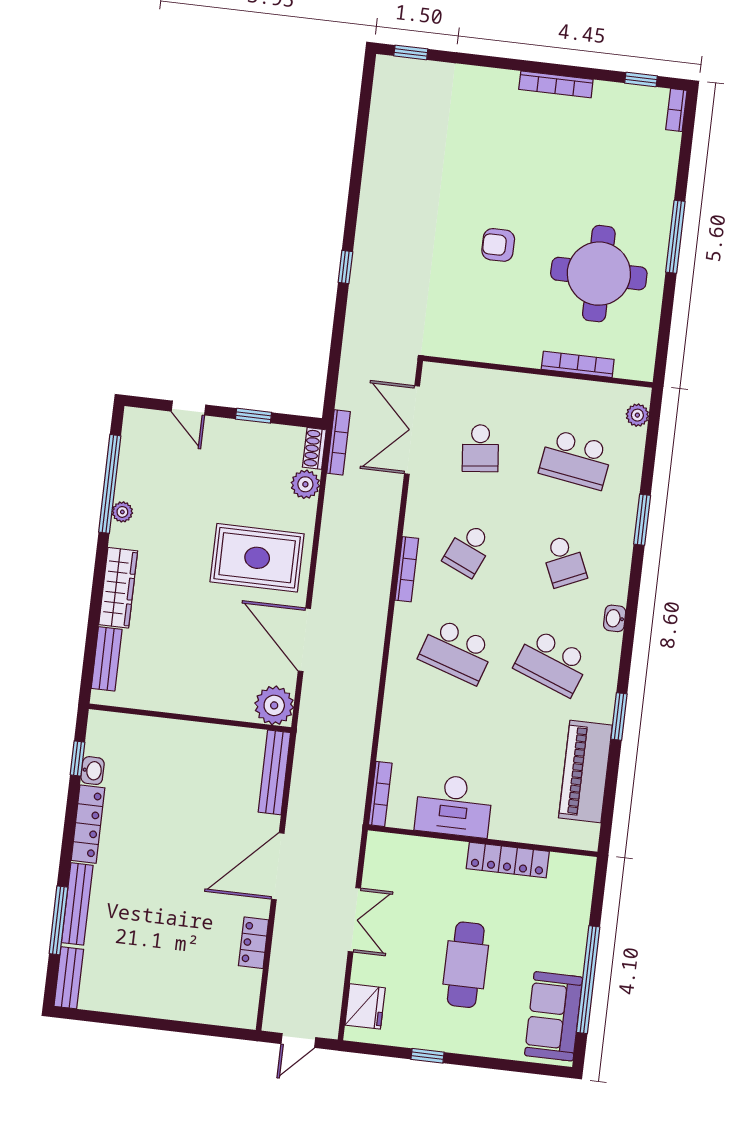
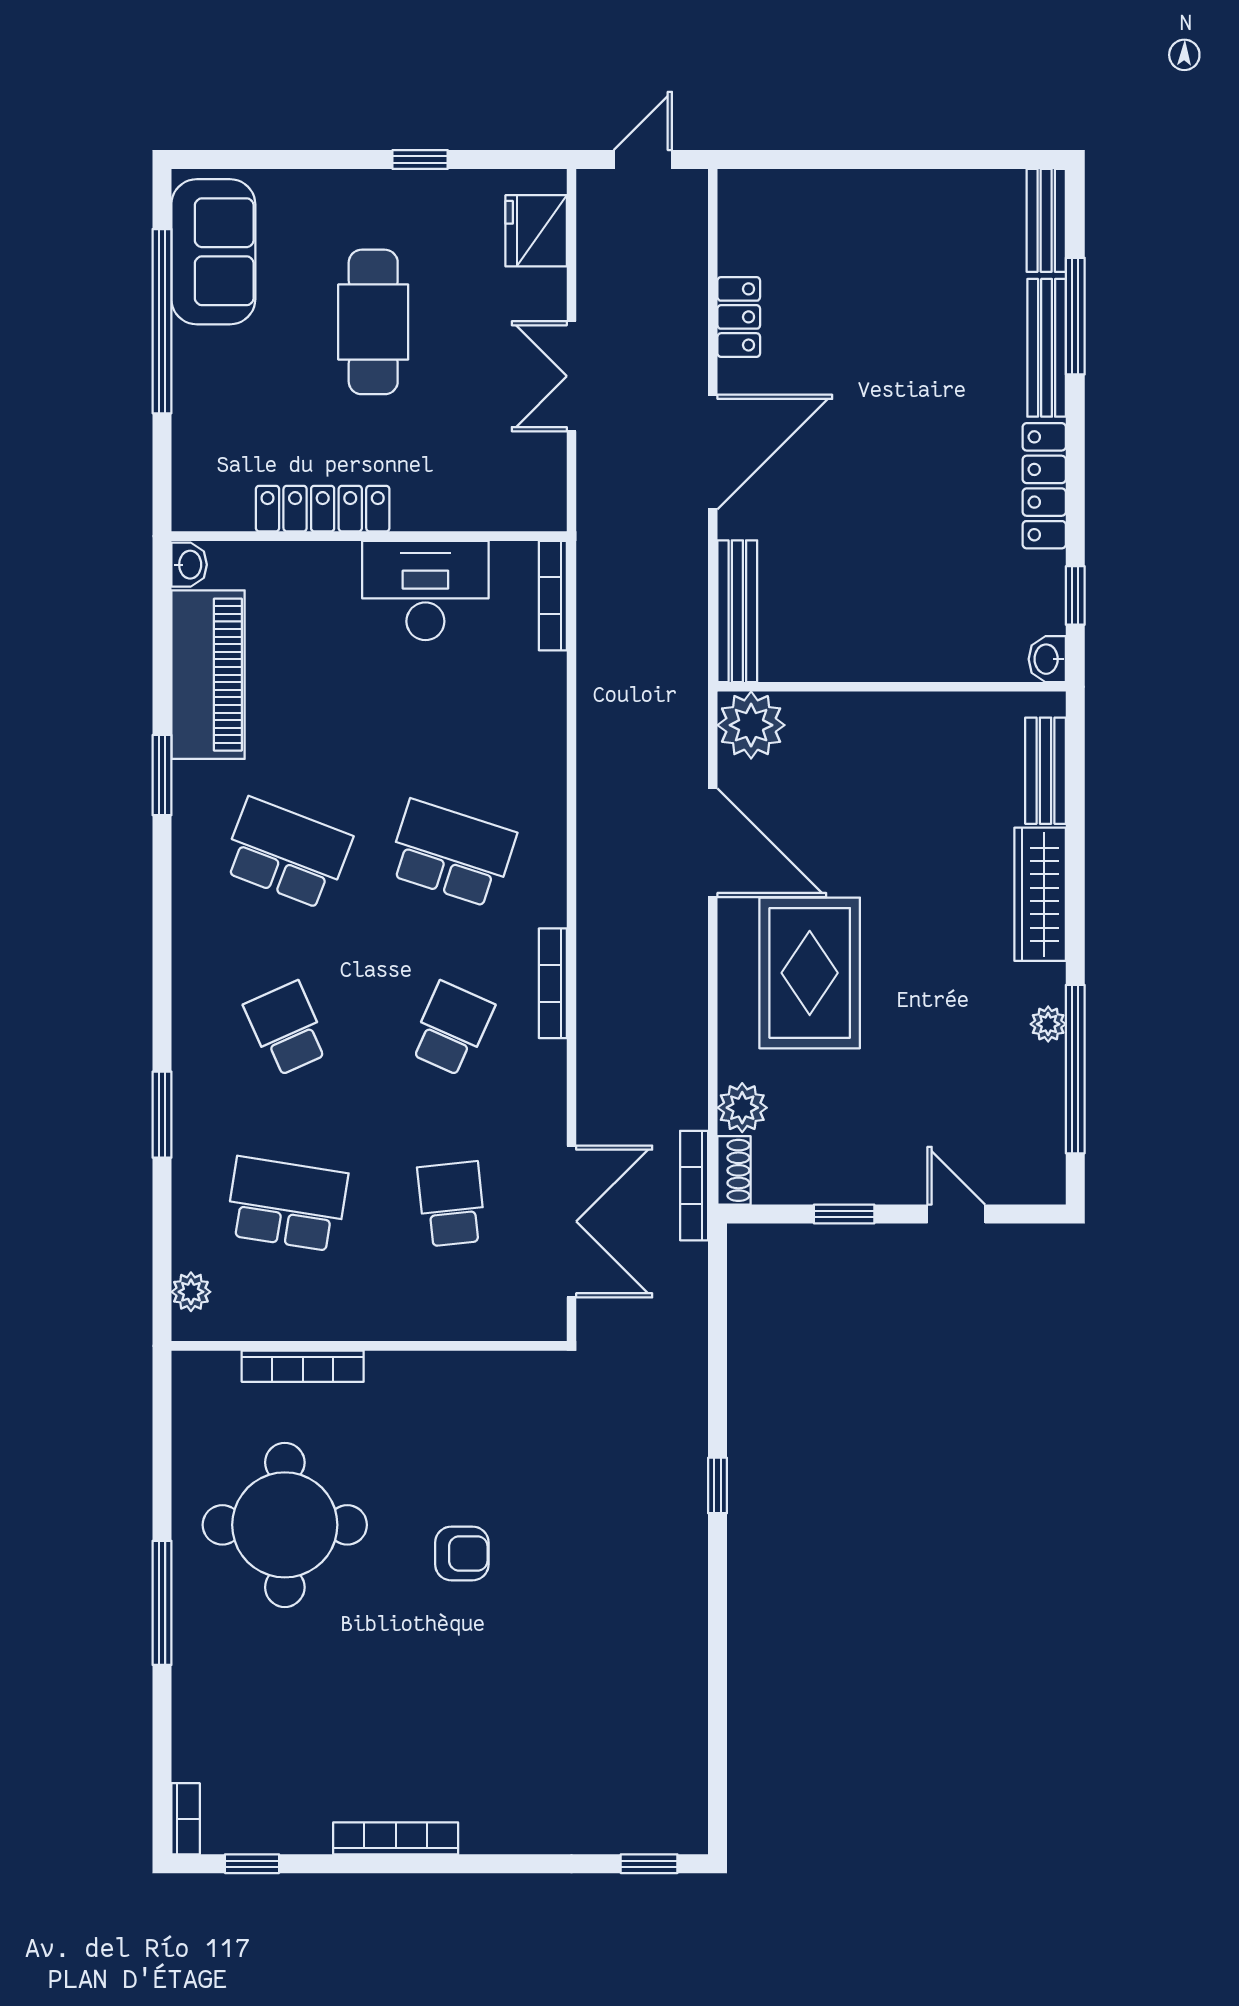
rug: (257, 558) -> (810, 973), turned 90
washbasin: (615, 618) -> (189, 565), moved
washbasin: (93, 771) -> (1047, 659), moved

